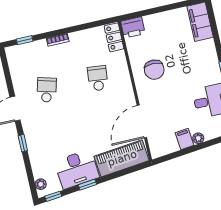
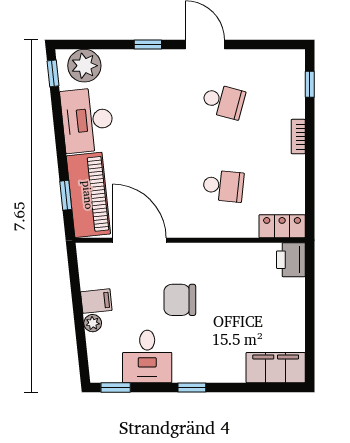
chair: (154, 70) -> (180, 300), moved
plant: (41, 184) -> (84, 66), width x1.88, depth x1.88
window: (87, 185) -> (66, 195), moved

